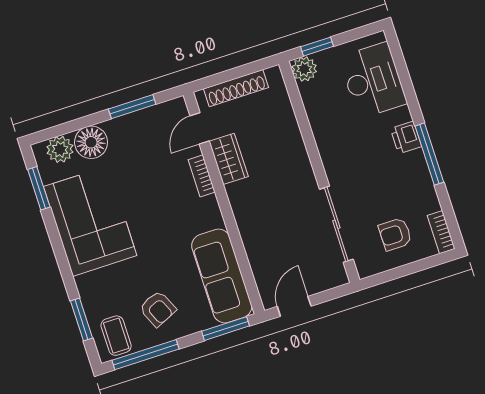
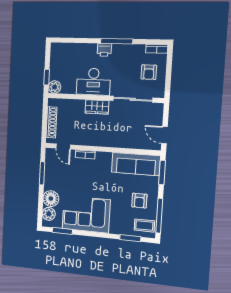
desk: (373, 80) -> (93, 82), moved, turned 180
wardrobe: (229, 159) -> (97, 107), moved, turned 180
armchair: (158, 309) -> (139, 201), turned 114

